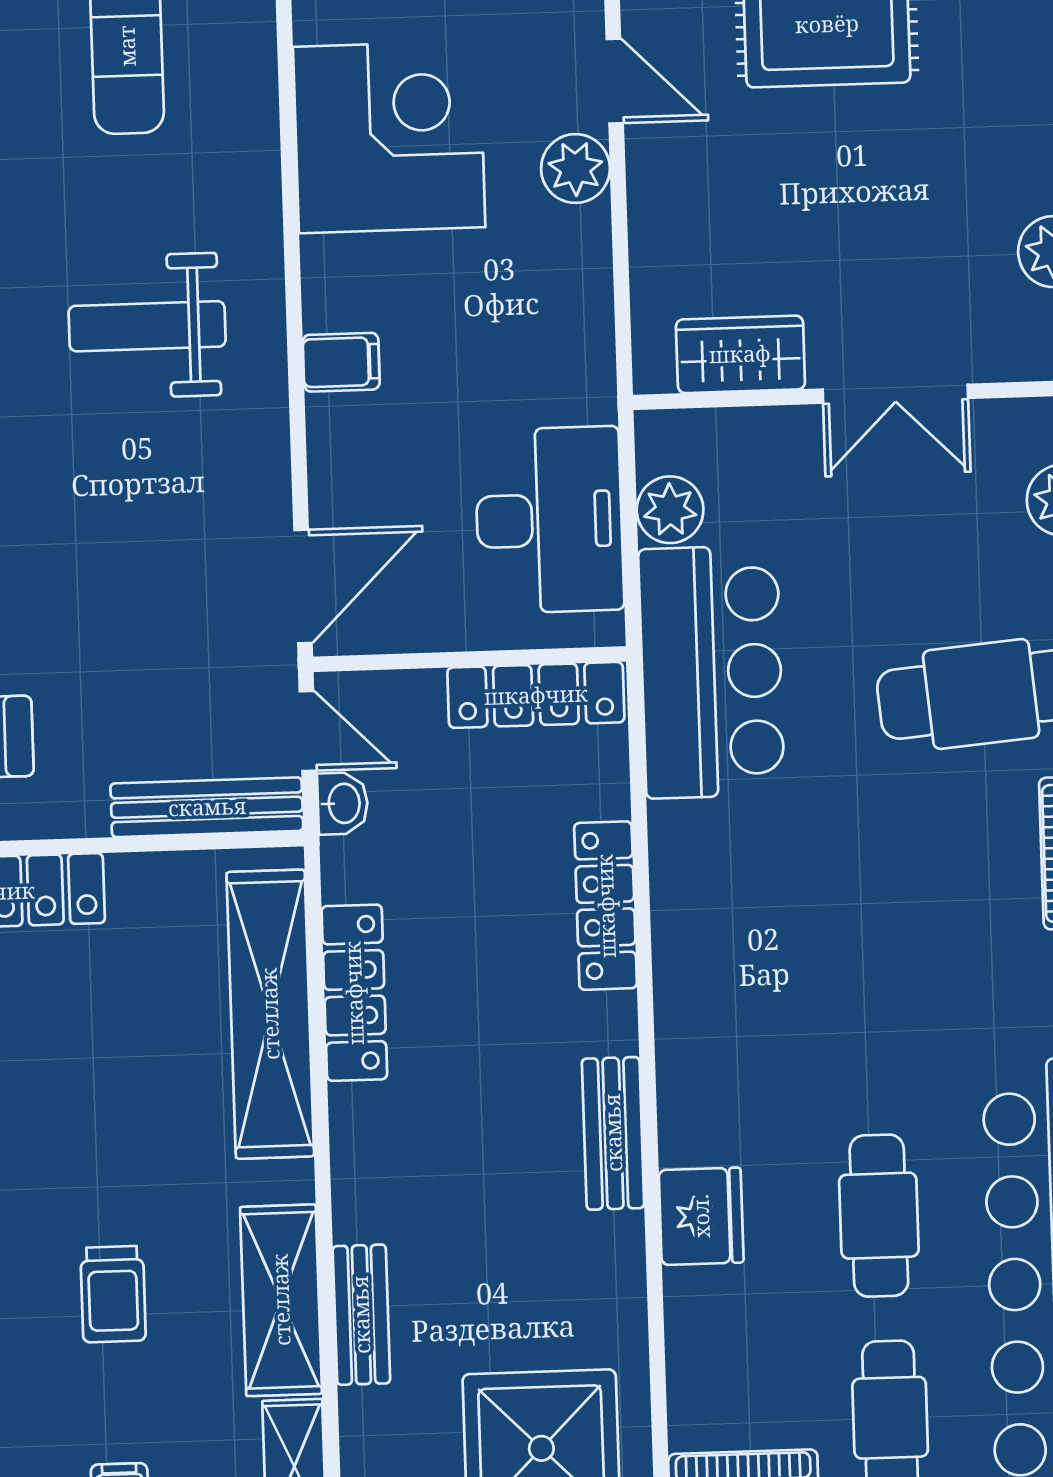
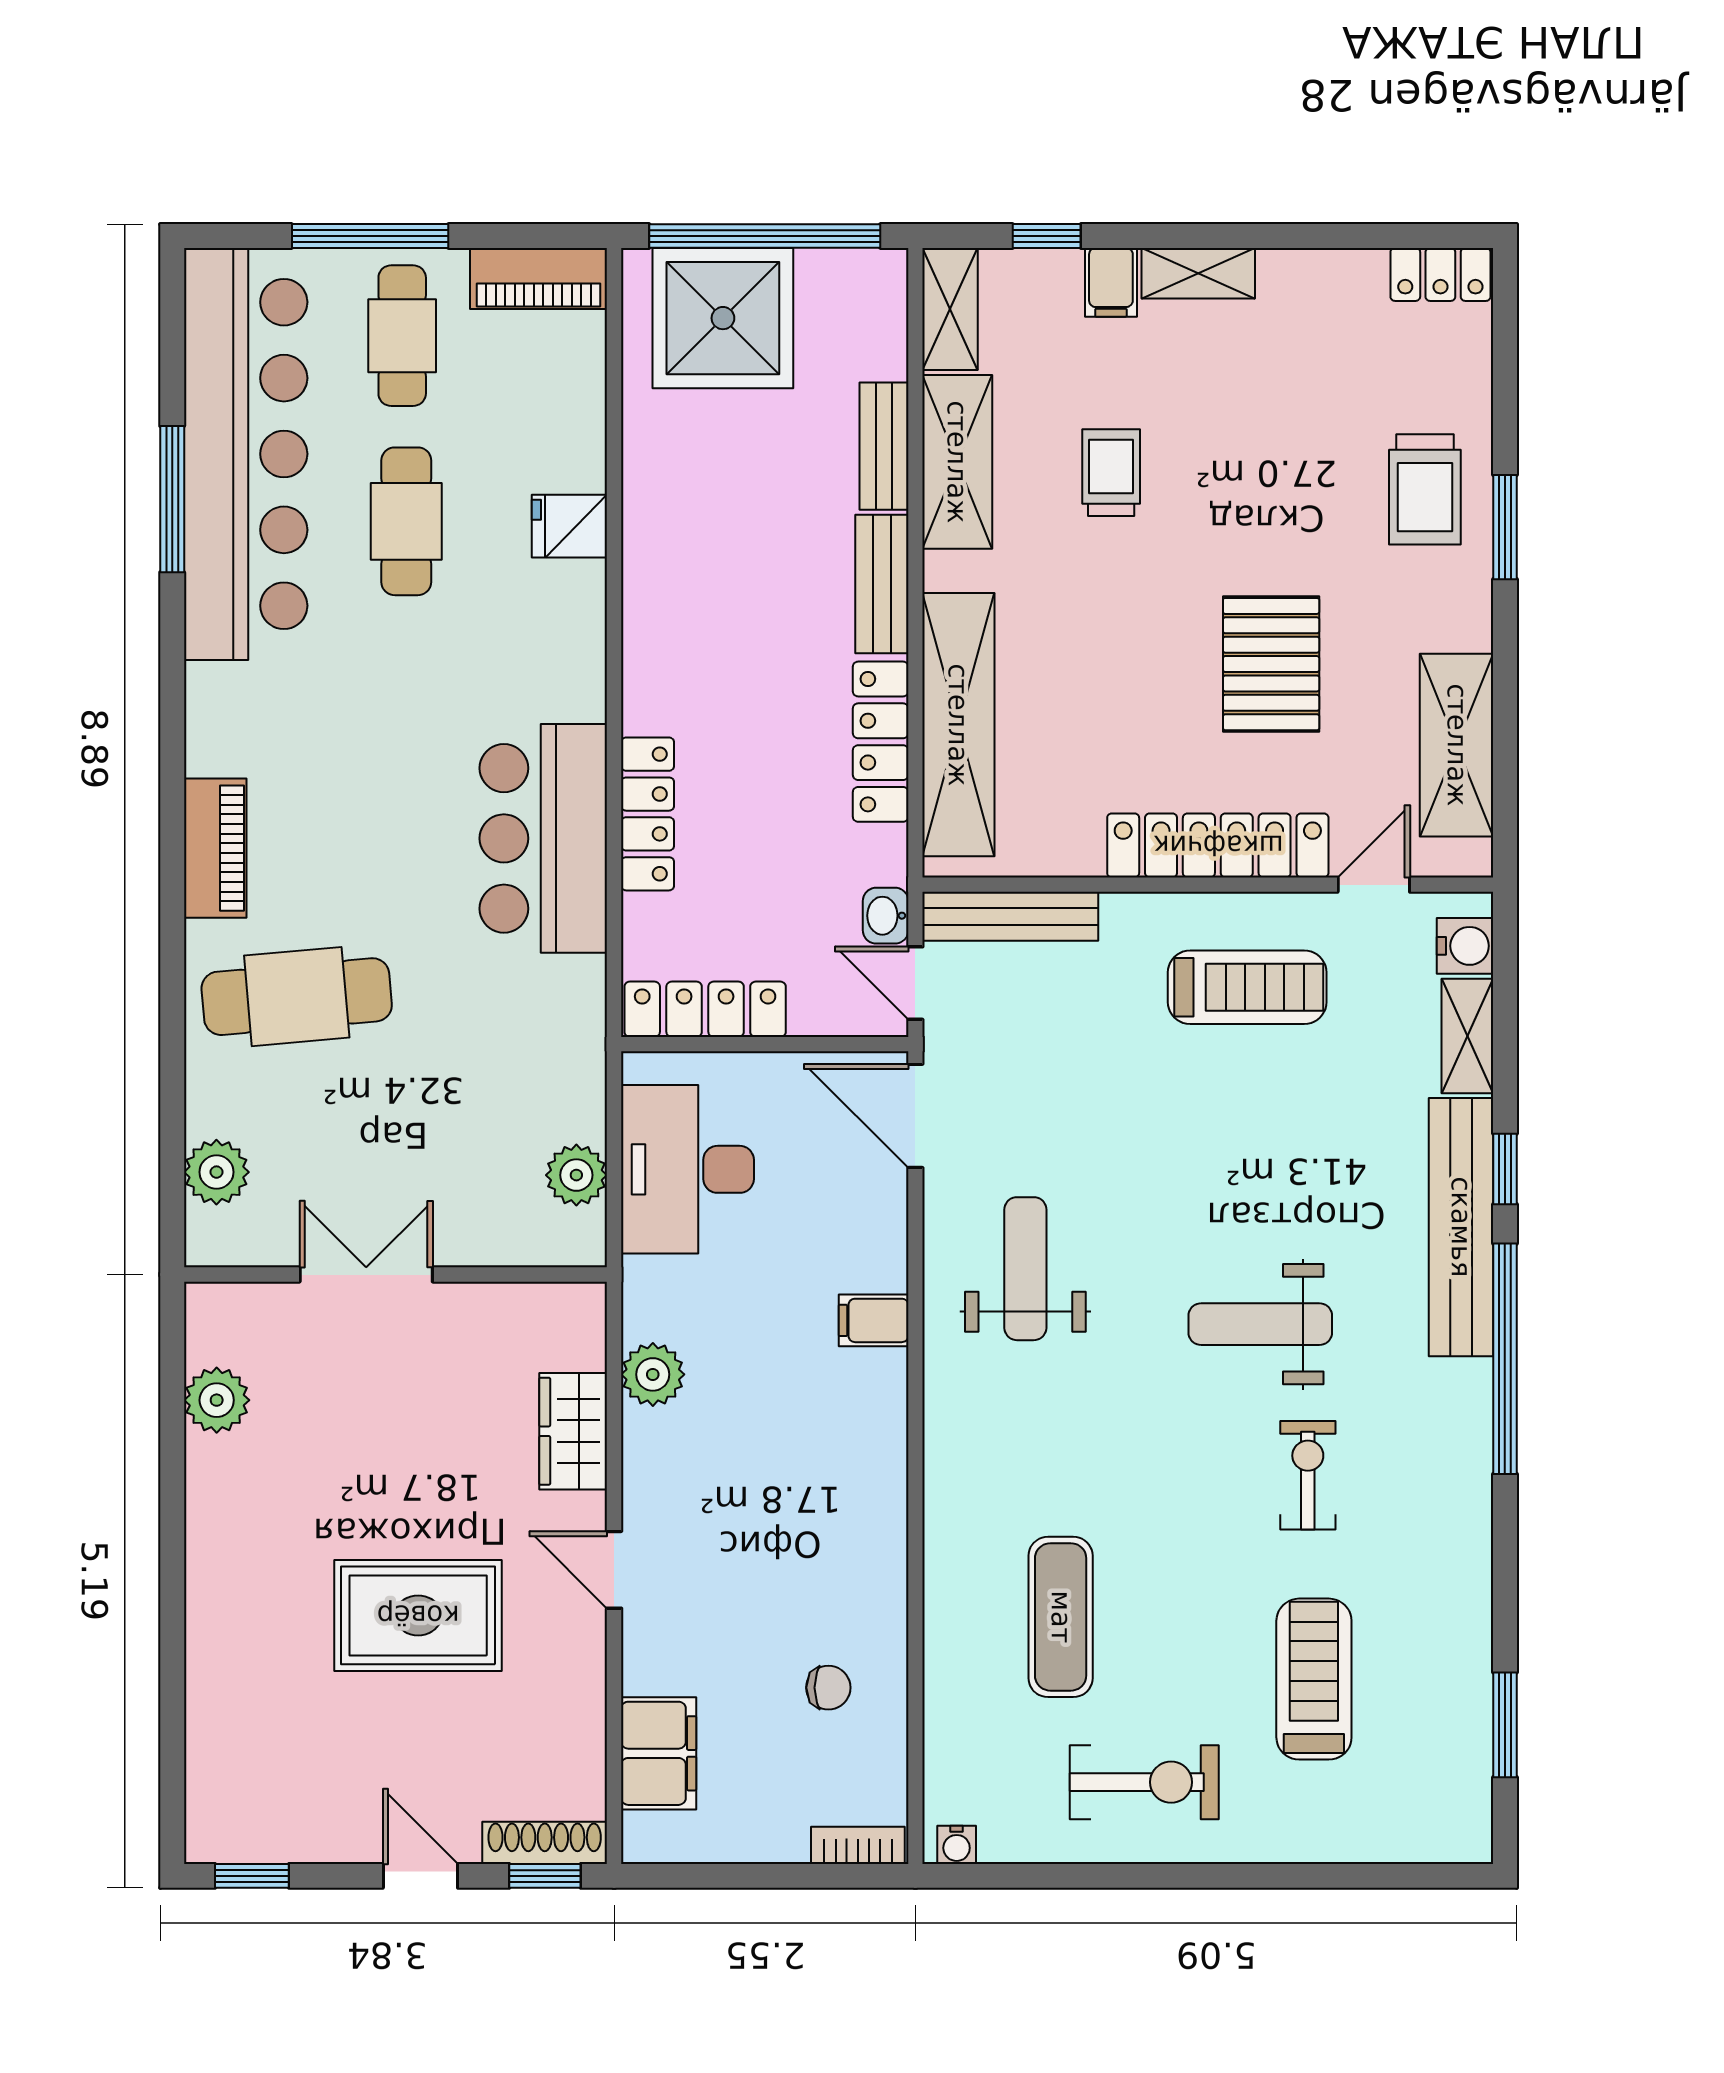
corner desk: (389, 137) -> (823, 1525), removed
plant: (575, 169) -> (653, 1374), moved
weight bench: (147, 326) -> (1025, 1269), moved, turned -90
wardrobe: (740, 354) -> (573, 1431), moved, turned 90
door: (303, 586) -> (915, 1116), hinge flipped
bar counter: (711, 672) -> (543, 838), moved
bench: (613, 1133) -> (882, 584), moved
fridge: (701, 1216) -> (569, 526), width x0.72

